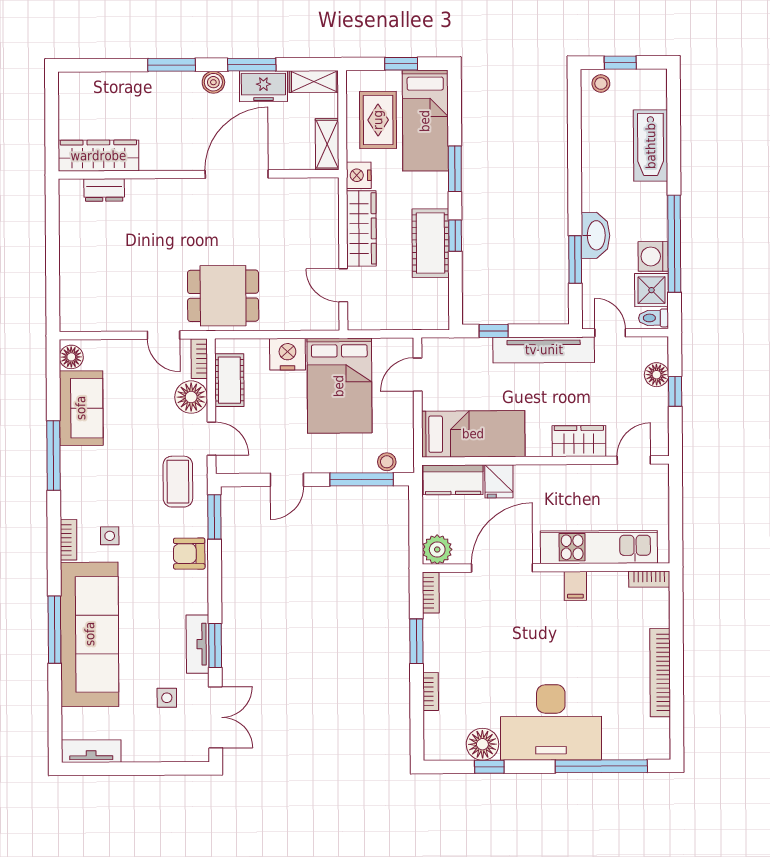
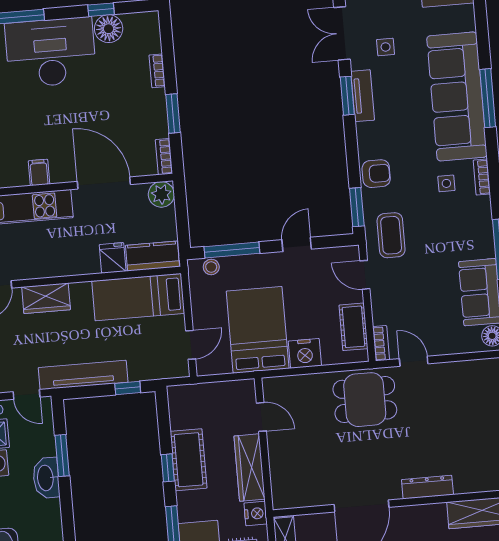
dresser: (104, 190) -> (427, 487), moved, width x1.44
floor lamp: (191, 397) -> (385, 309), removed
door: (502, 568) -> (104, 183), swing flipped

